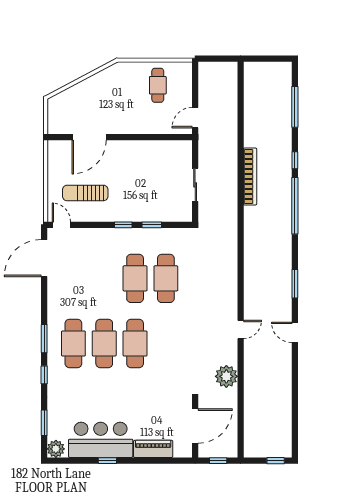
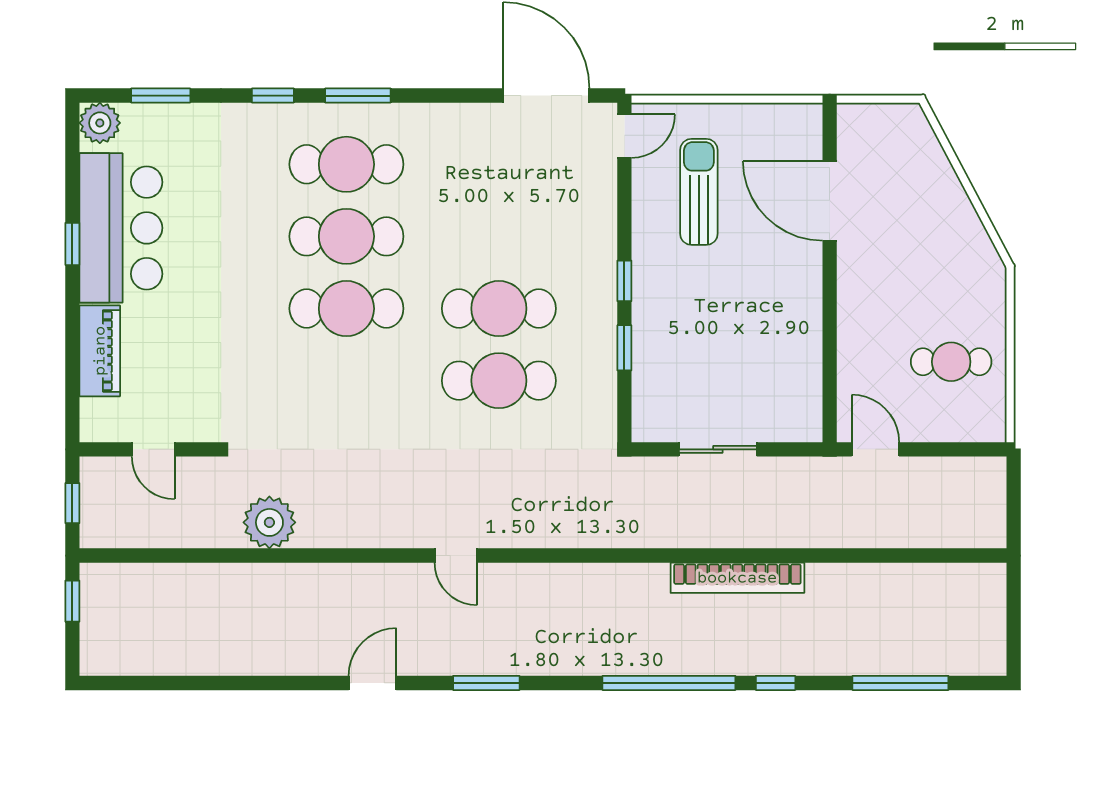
door: (241, 329) -> (456, 556), moved
door: (195, 426) -> (153, 449), width x0.53
window: (276, 461) -> (72, 601), moved

